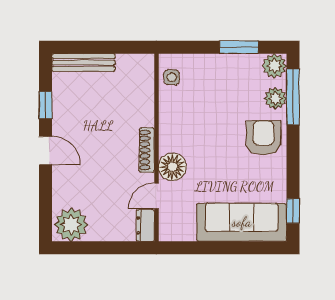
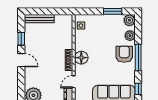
window: (293, 97) -> (138, 57), moved
floor lamp: (172, 167) -> (81, 58), moved

